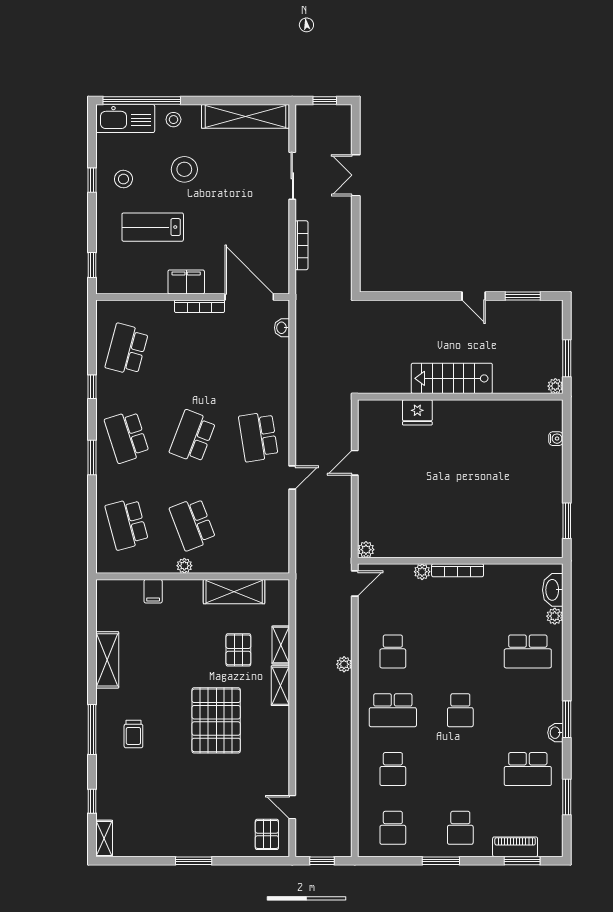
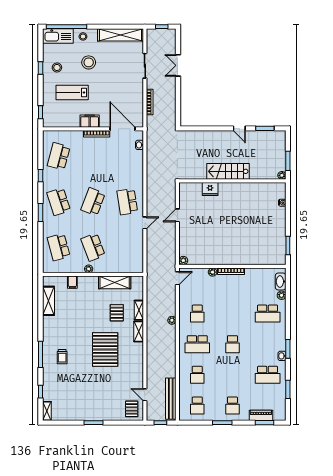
shelving: (107, 660) -> (48, 301), moved
bench: (342, 815) -> (171, 399), added

